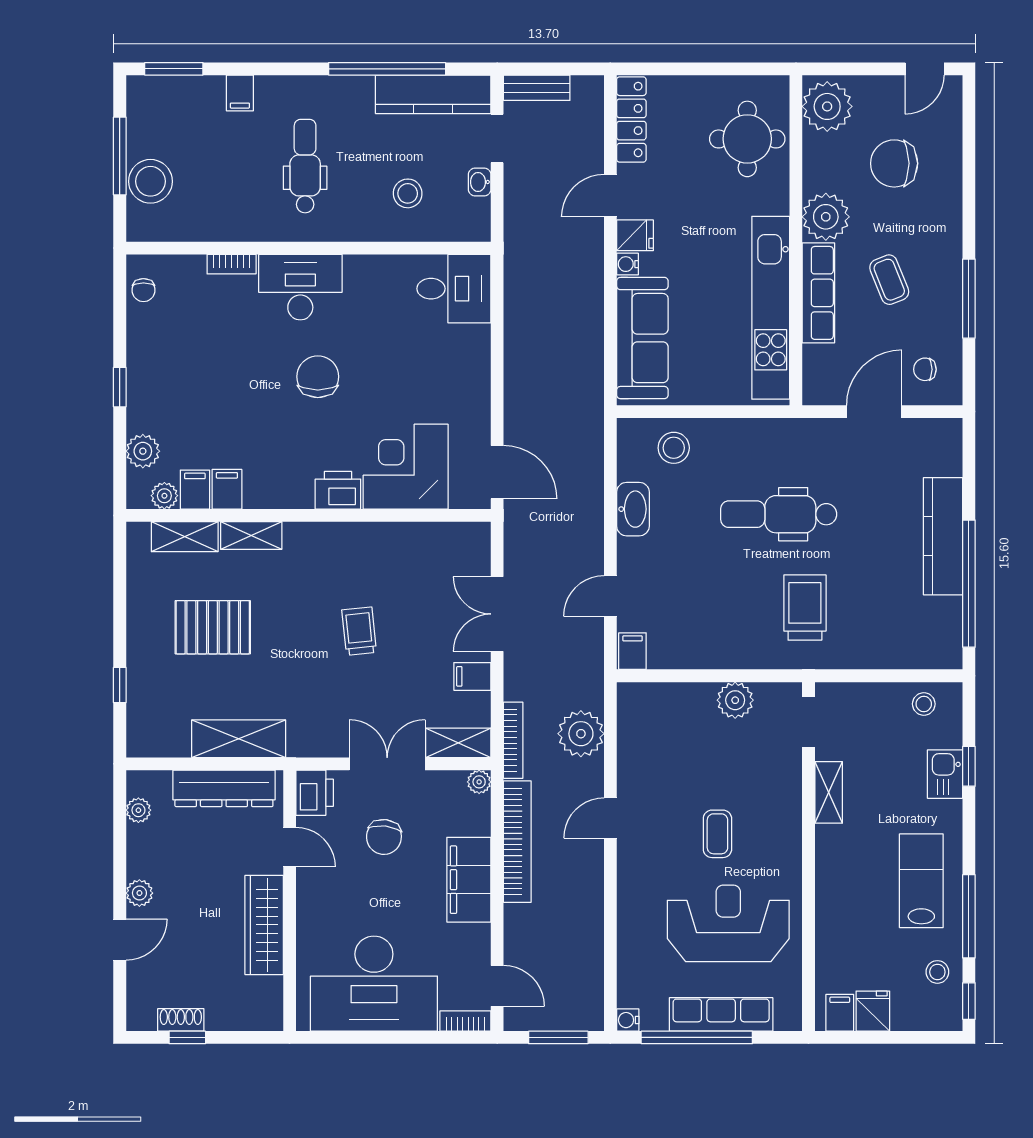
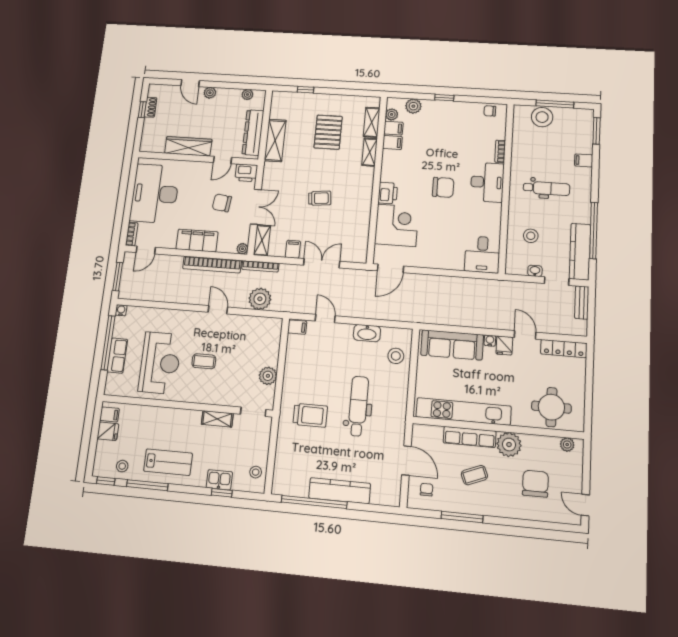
plant: (827, 106) -> (567, 444), width x0.53, depth x0.53
row of seats: (721, 1014) -> (117, 356), width x0.68

